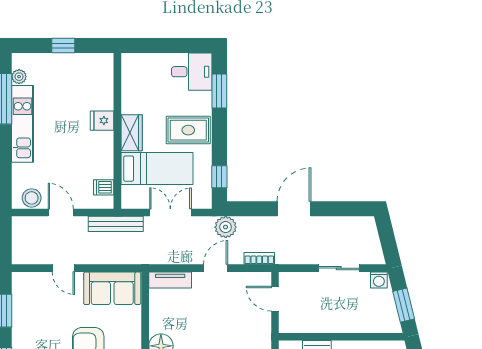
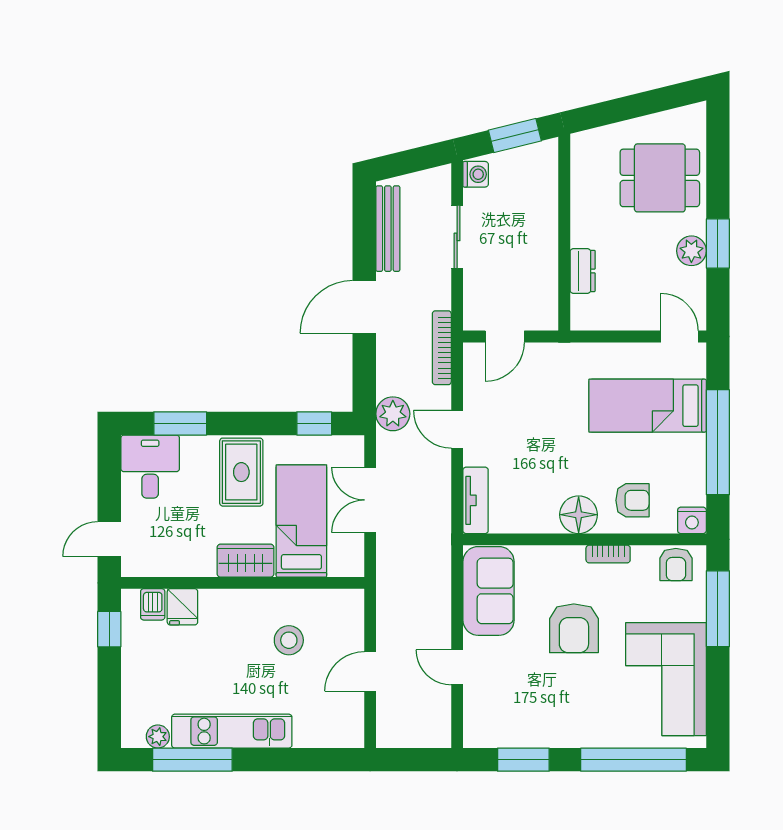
window: (63, 46) -> (109, 629), moved
door: (145, 46) -> (109, 539), added
fridge: (102, 121) -> (182, 607), moved
dishwasher: (104, 187) -> (153, 604), moved
stool: (32, 198) -> (289, 640), moved
door: (294, 209) -> (364, 307), hinge flipped
bench: (116, 224) -> (388, 229), moved
bookcase: (259, 258) -> (442, 348), width x1.56
door: (63, 268) -> (457, 667), swing flipped

